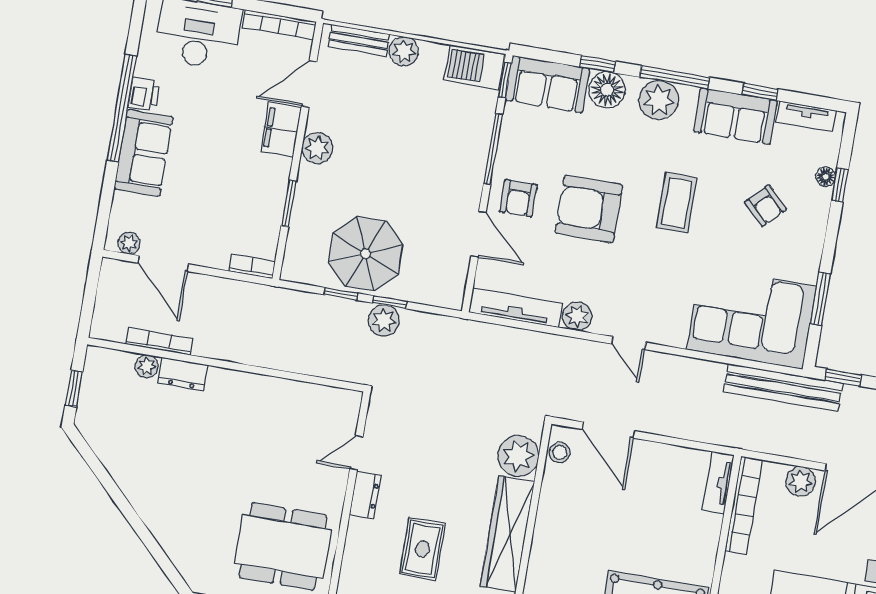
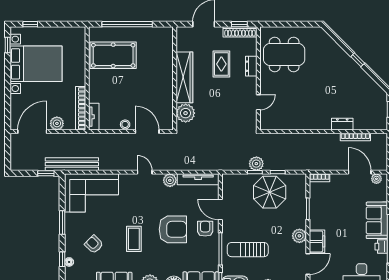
sun lounger: (434, 137) -> (248, 250), added
window: (820, 299) -> (62, 222), moved
plant: (147, 366) -> (359, 125), removed
stool: (560, 452) -> (125, 124), moved
dresser: (365, 495) -> (251, 66), moved
window: (126, 508) -> (358, 60), added

